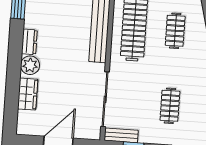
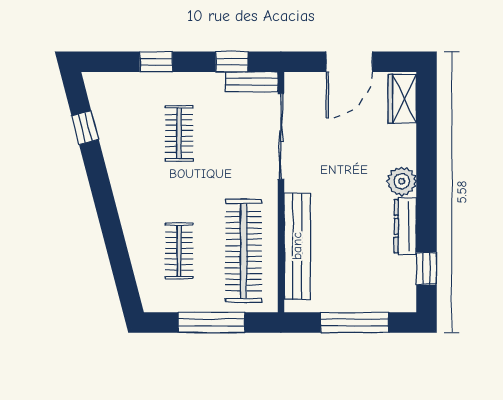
dresser: (29, 42) -> (405, 226), width x1.44
wardrobe: (28, 94) -> (402, 99), moved

